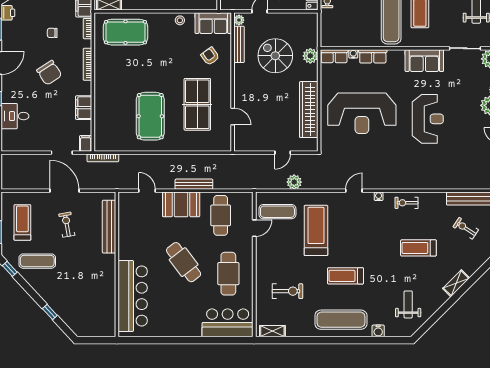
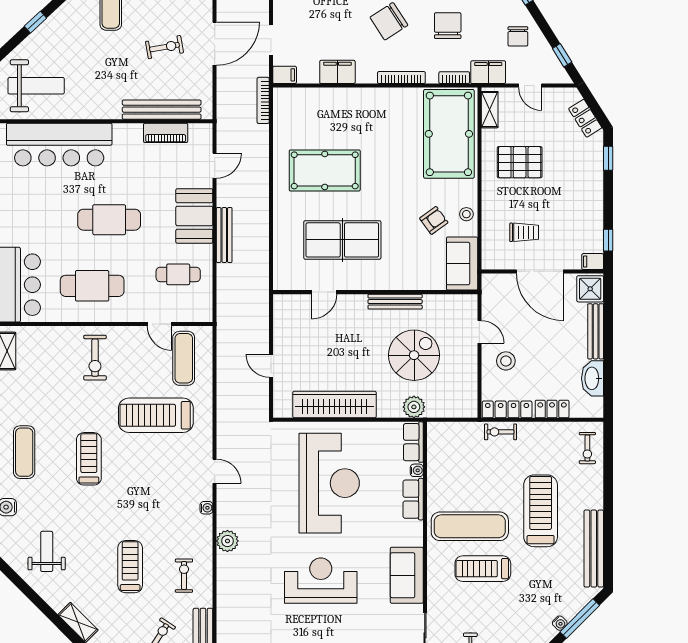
plant: (239, 20) -> (467, 301), removed
pool table: (125, 32) -> (449, 134), width x1.36, depth x1.32
chair: (52, 33) -> (448, 26), width x1.87, depth x1.87
bench: (239, 44) -> (395, 302), moved
armchair: (210, 56) -> (434, 220), moved
reception desk: (362, 113) -> (329, 483), turned 180
reception desk: (428, 119) -> (321, 581), turned 180
plant: (294, 182) -> (227, 541), moved
exercise bike: (406, 203) -> (184, 576), moved
cafe table: (221, 215) -> (178, 274), width x0.73, depth x0.74
piano: (125, 224) -> (166, 133), added
treadmill: (316, 230) -> (156, 415), turned 180
cafe table: (184, 262) -> (109, 220), turned 37
exercise bike: (287, 291) -> (95, 358), moved
weight bench: (408, 304) -> (47, 551), turned -90
weight bench: (93, 312) -> (36, 86), added
exercise mat: (341, 320) -> (24, 452), width x0.73, depth x0.69

